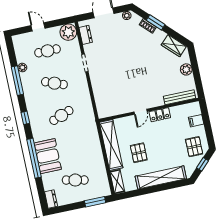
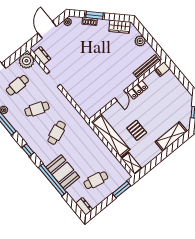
filing cabinet: (196, 121) -> (162, 69), moved
pallet: (194, 147) -> (180, 101), removed
shelving: (161, 177) -> (171, 136), width x0.68

